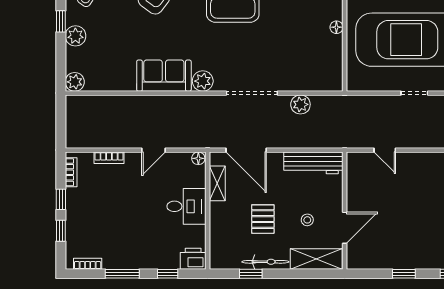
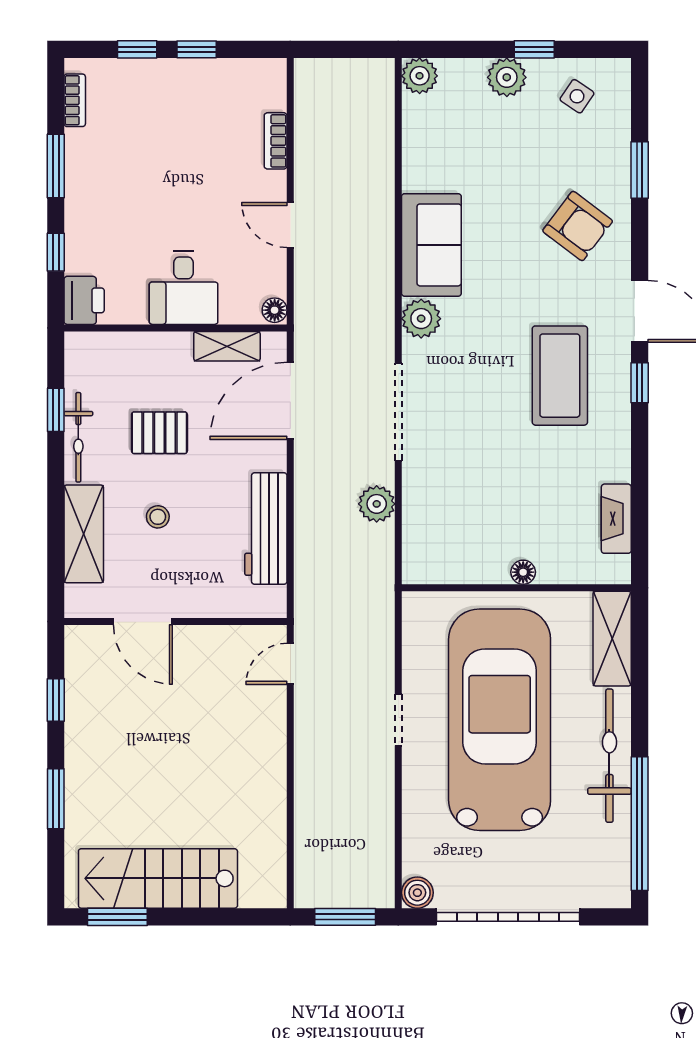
bookcase: (71, 172) -> (248, 69), removed
wall: (345, 211) -> (176, 622), moved
door: (345, 228) -> (143, 622), moved

